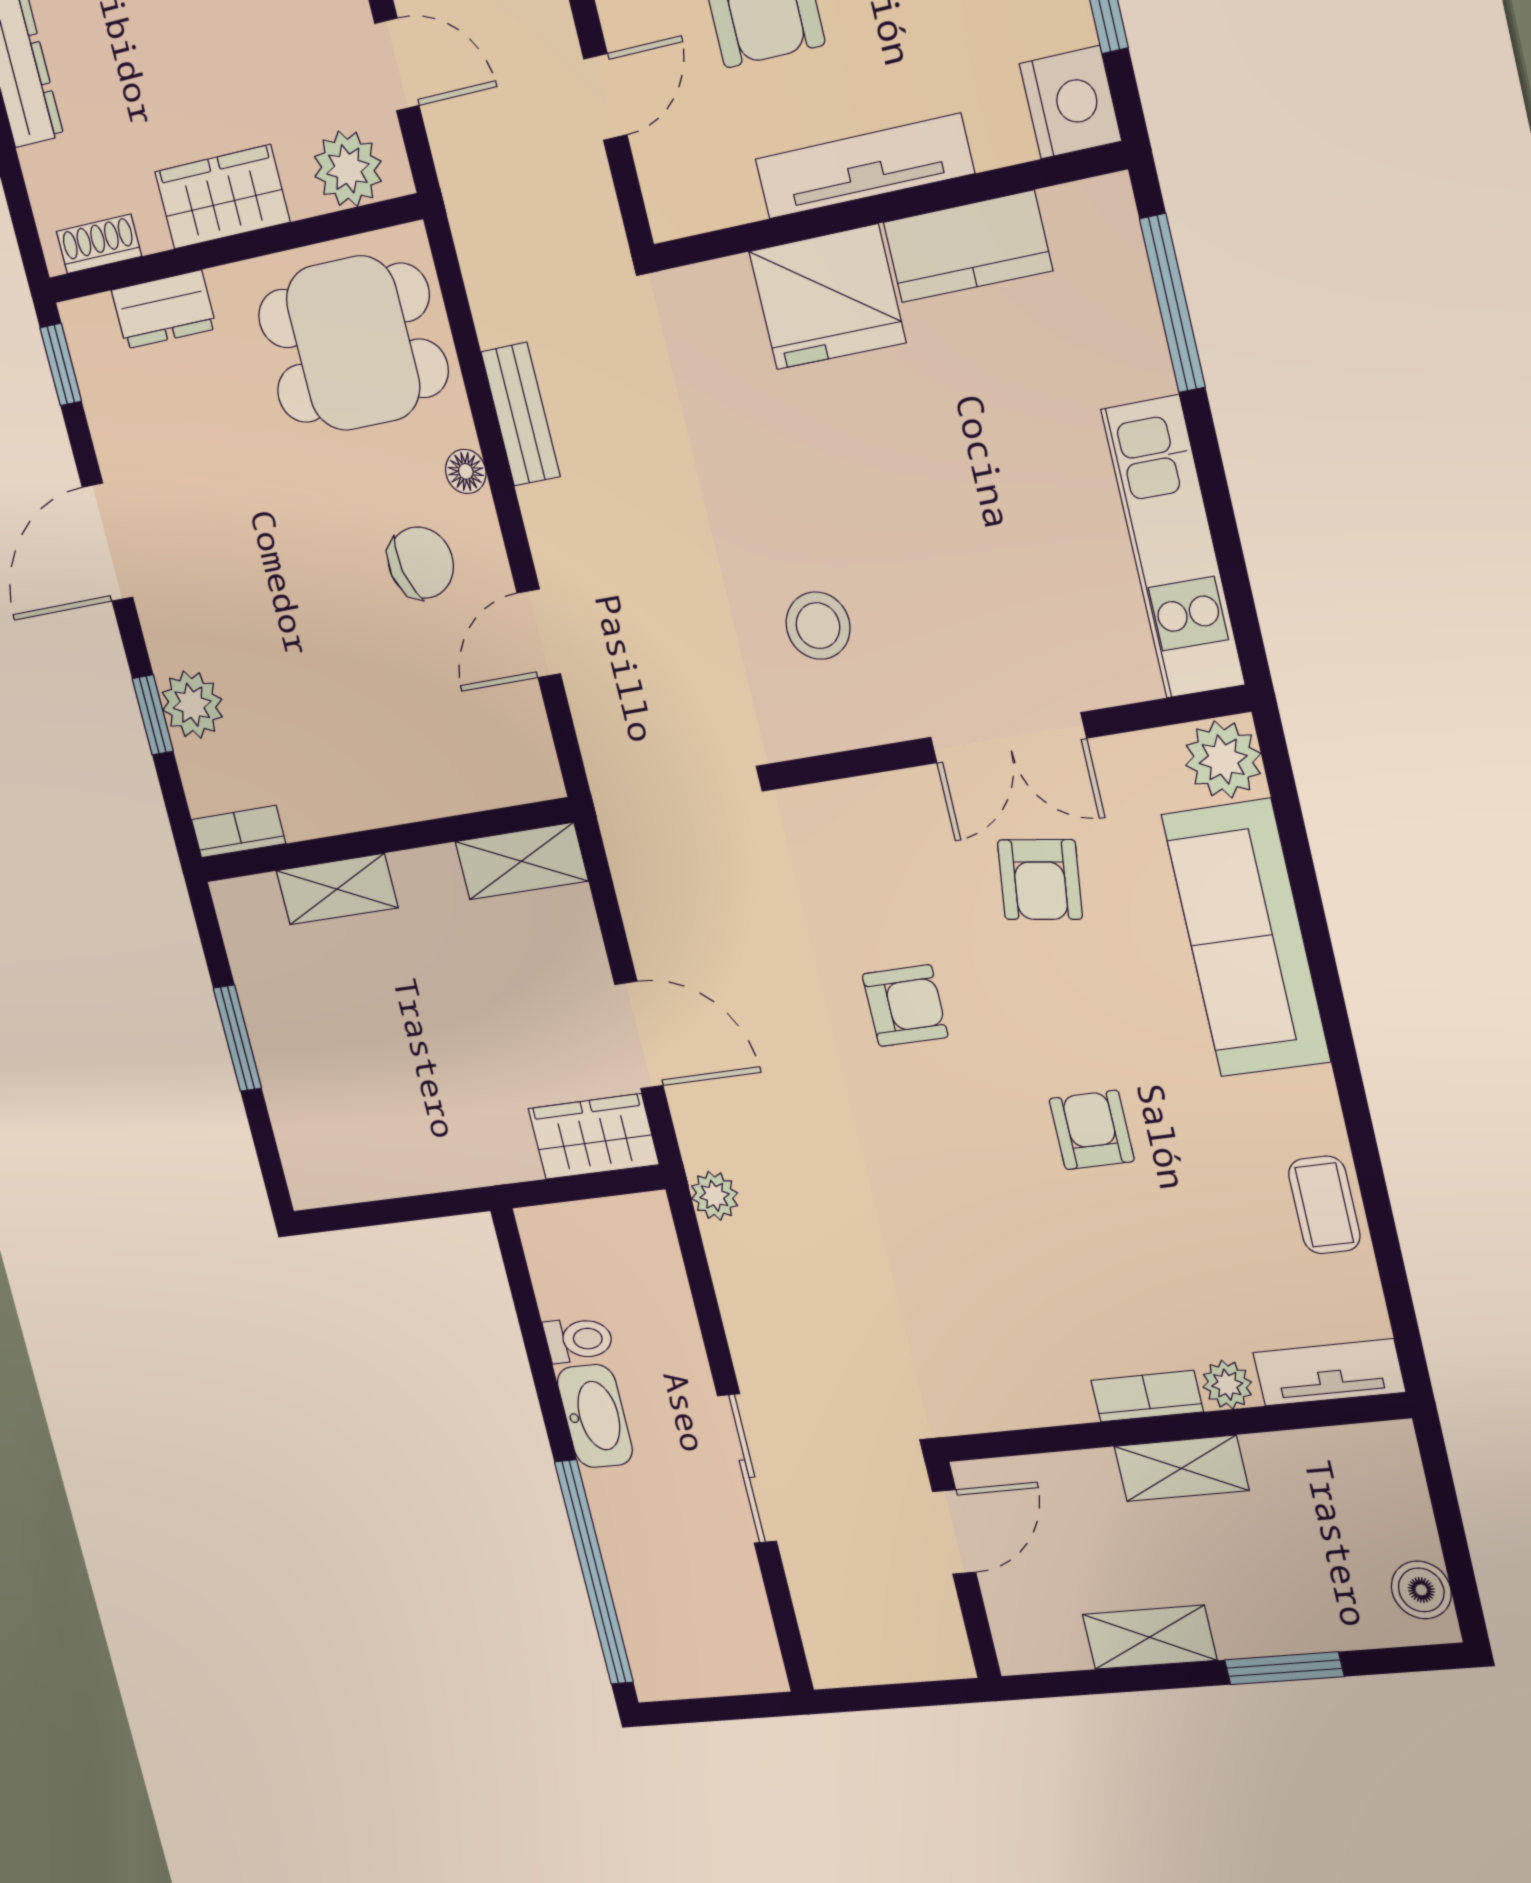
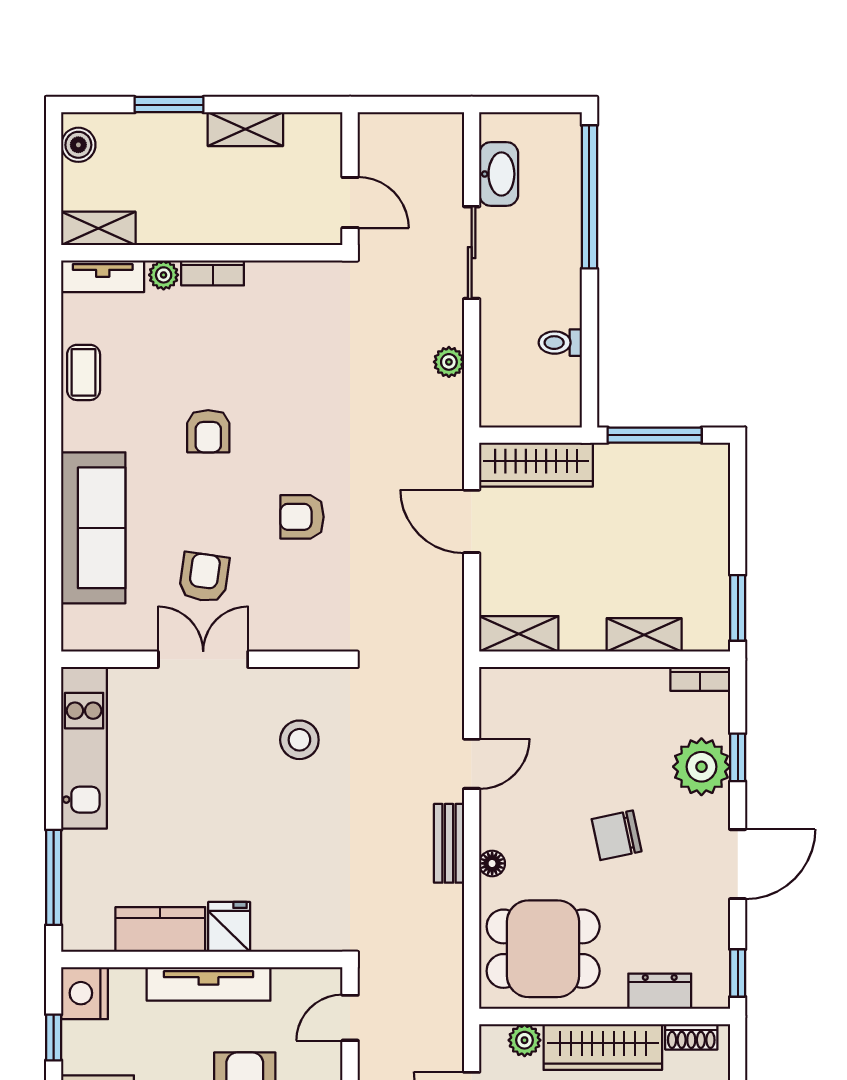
door: (605, 97) -> (350, 1018), moved
plant: (348, 169) -> (525, 1040), width x0.73, depth x0.73
wardrobe: (222, 197) -> (603, 1047), width x1.50
fridge: (827, 297) -> (229, 927), width x0.53, depth x0.75
bench: (521, 414) -> (449, 843), moved
chair: (421, 563) -> (617, 835), moved
plant: (192, 705) -> (701, 767), width x1.36, depth x1.36
plant: (1223, 759) -> (83, 628), removed
window: (237, 1038) -> (738, 608), moved
wardrobe: (593, 1137) -> (536, 465), width x1.50
plant: (715, 1196) -> (449, 362), moved
window: (404, 1210) -> (655, 435), added
washbasin: (595, 1416) -> (499, 174), moved, turned 180
shelving: (1181, 1468) -> (98, 228), moved
door: (954, 1532) -> (350, 202), swing flipped

